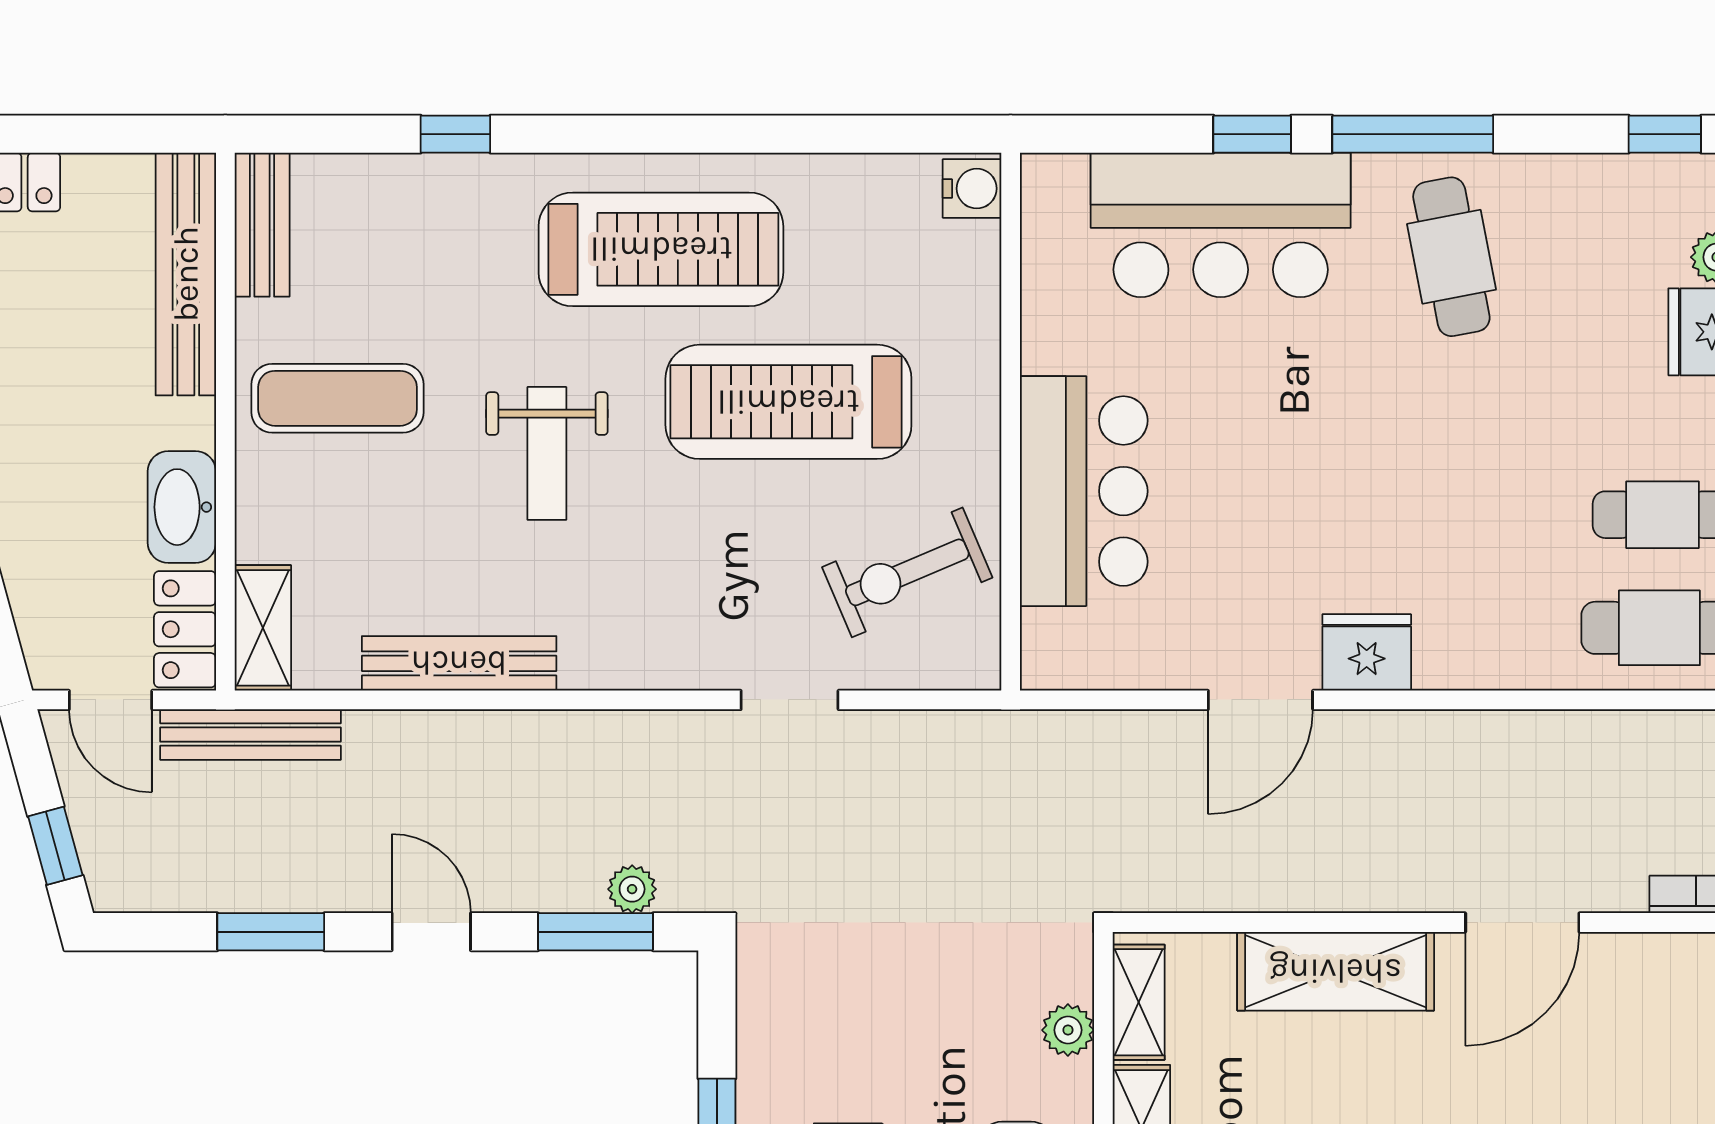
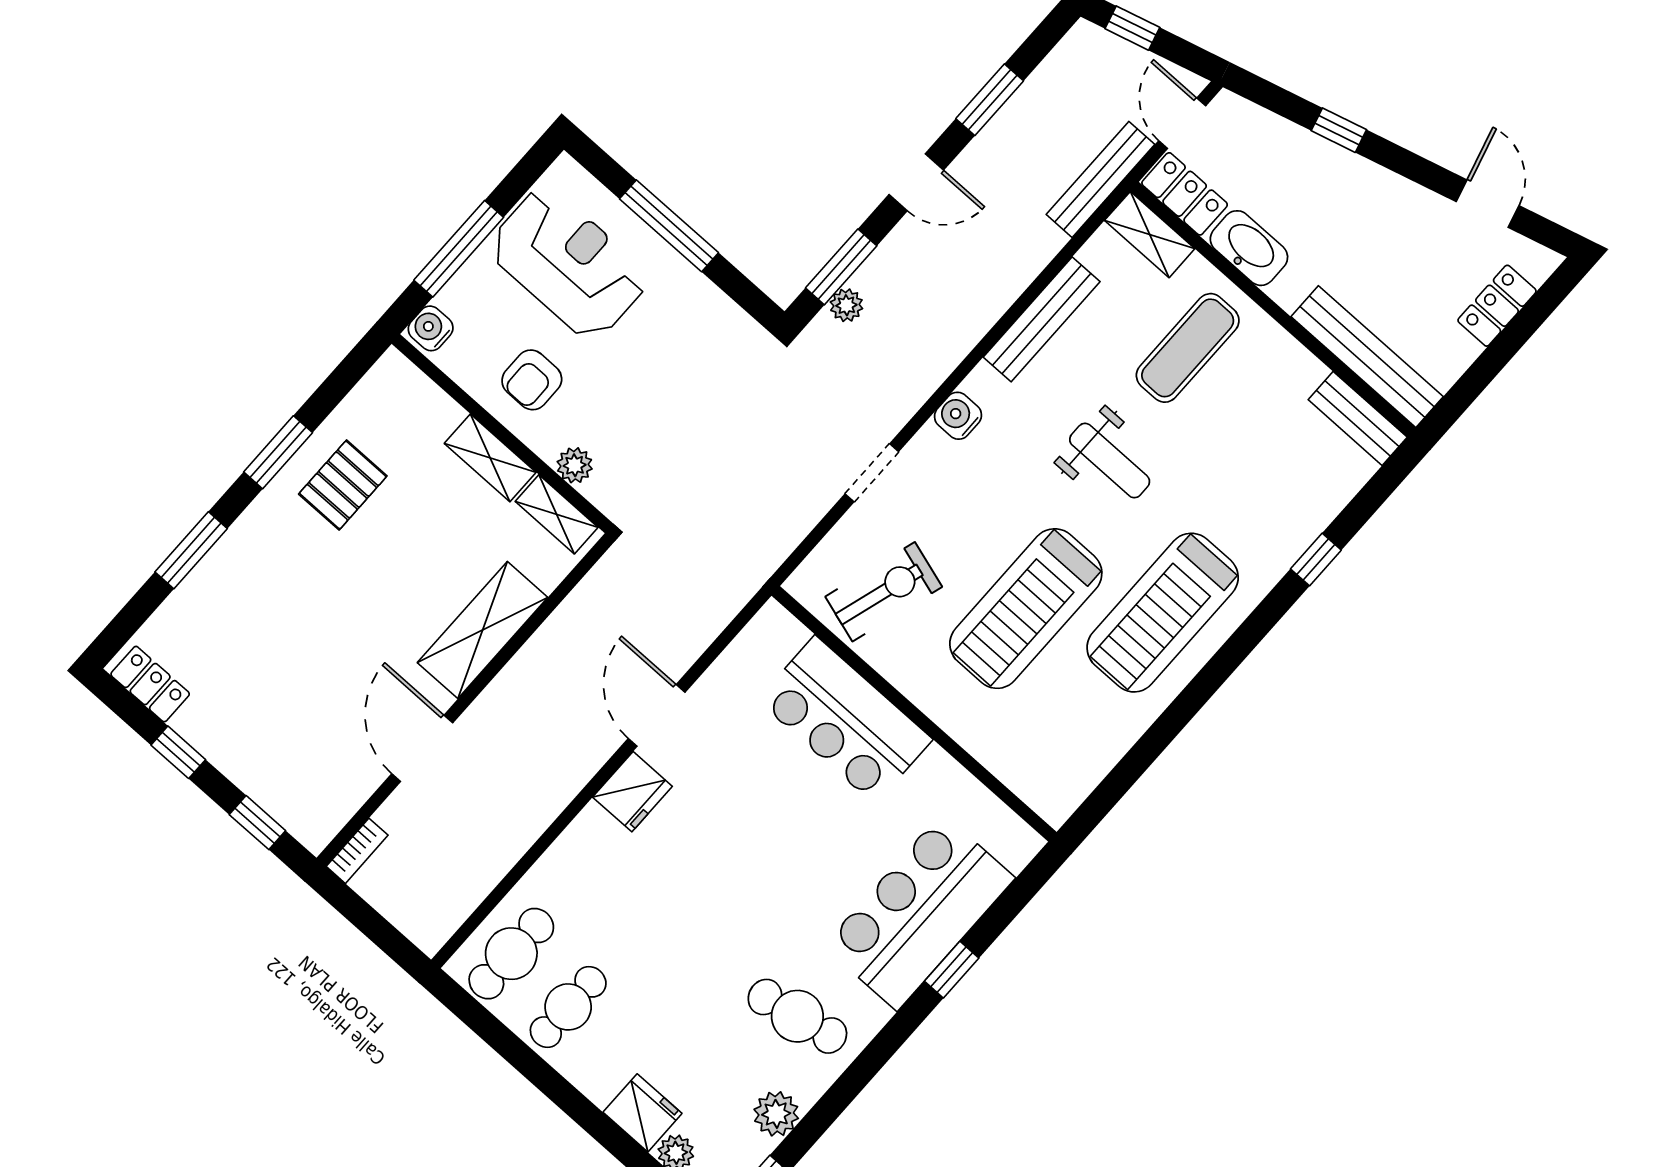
window: (1413, 134) -> (878, 1052), removed
plant: (1578, 186) -> (776, 1114), added
water cooler: (972, 189) -> (958, 416), moved, turned 90
exercise mat: (338, 398) -> (1188, 348), moved
treadmill: (788, 402) -> (1026, 609), turned 180
weight bench: (547, 453) -> (1110, 461), turned 180
exercise bike: (907, 572) -> (884, 592), turned 40
door: (111, 700) -> (1182, 123), hinge flipped

